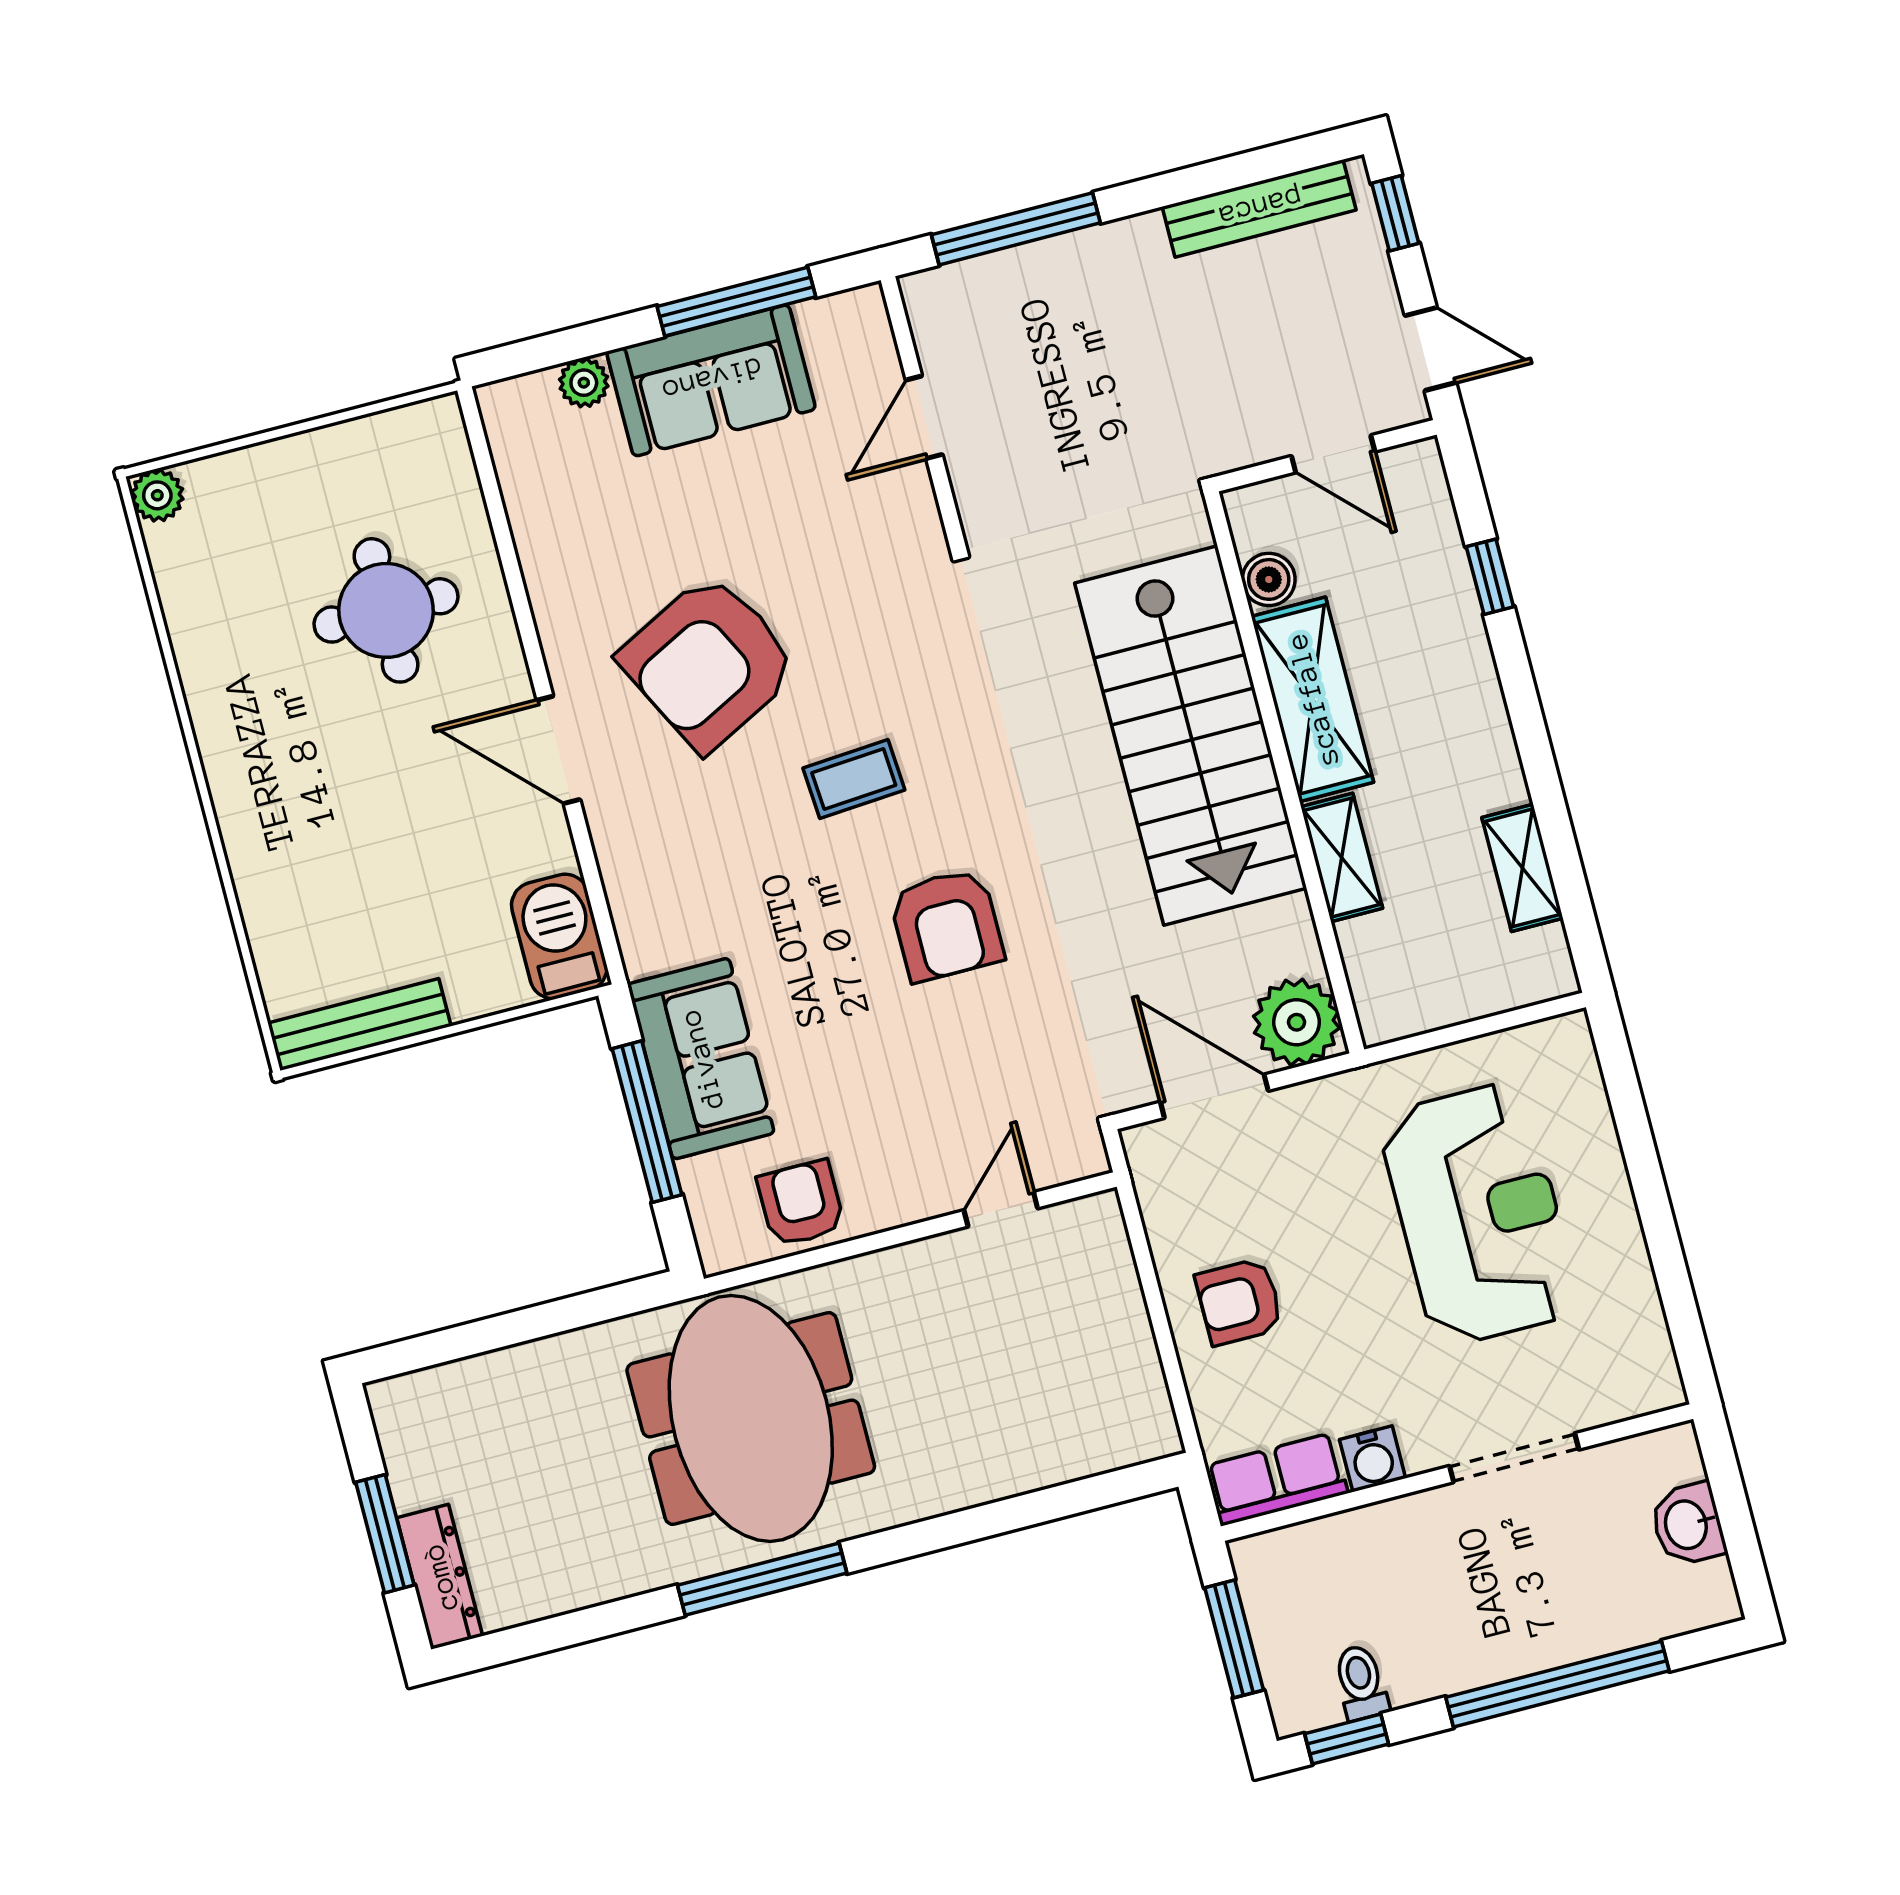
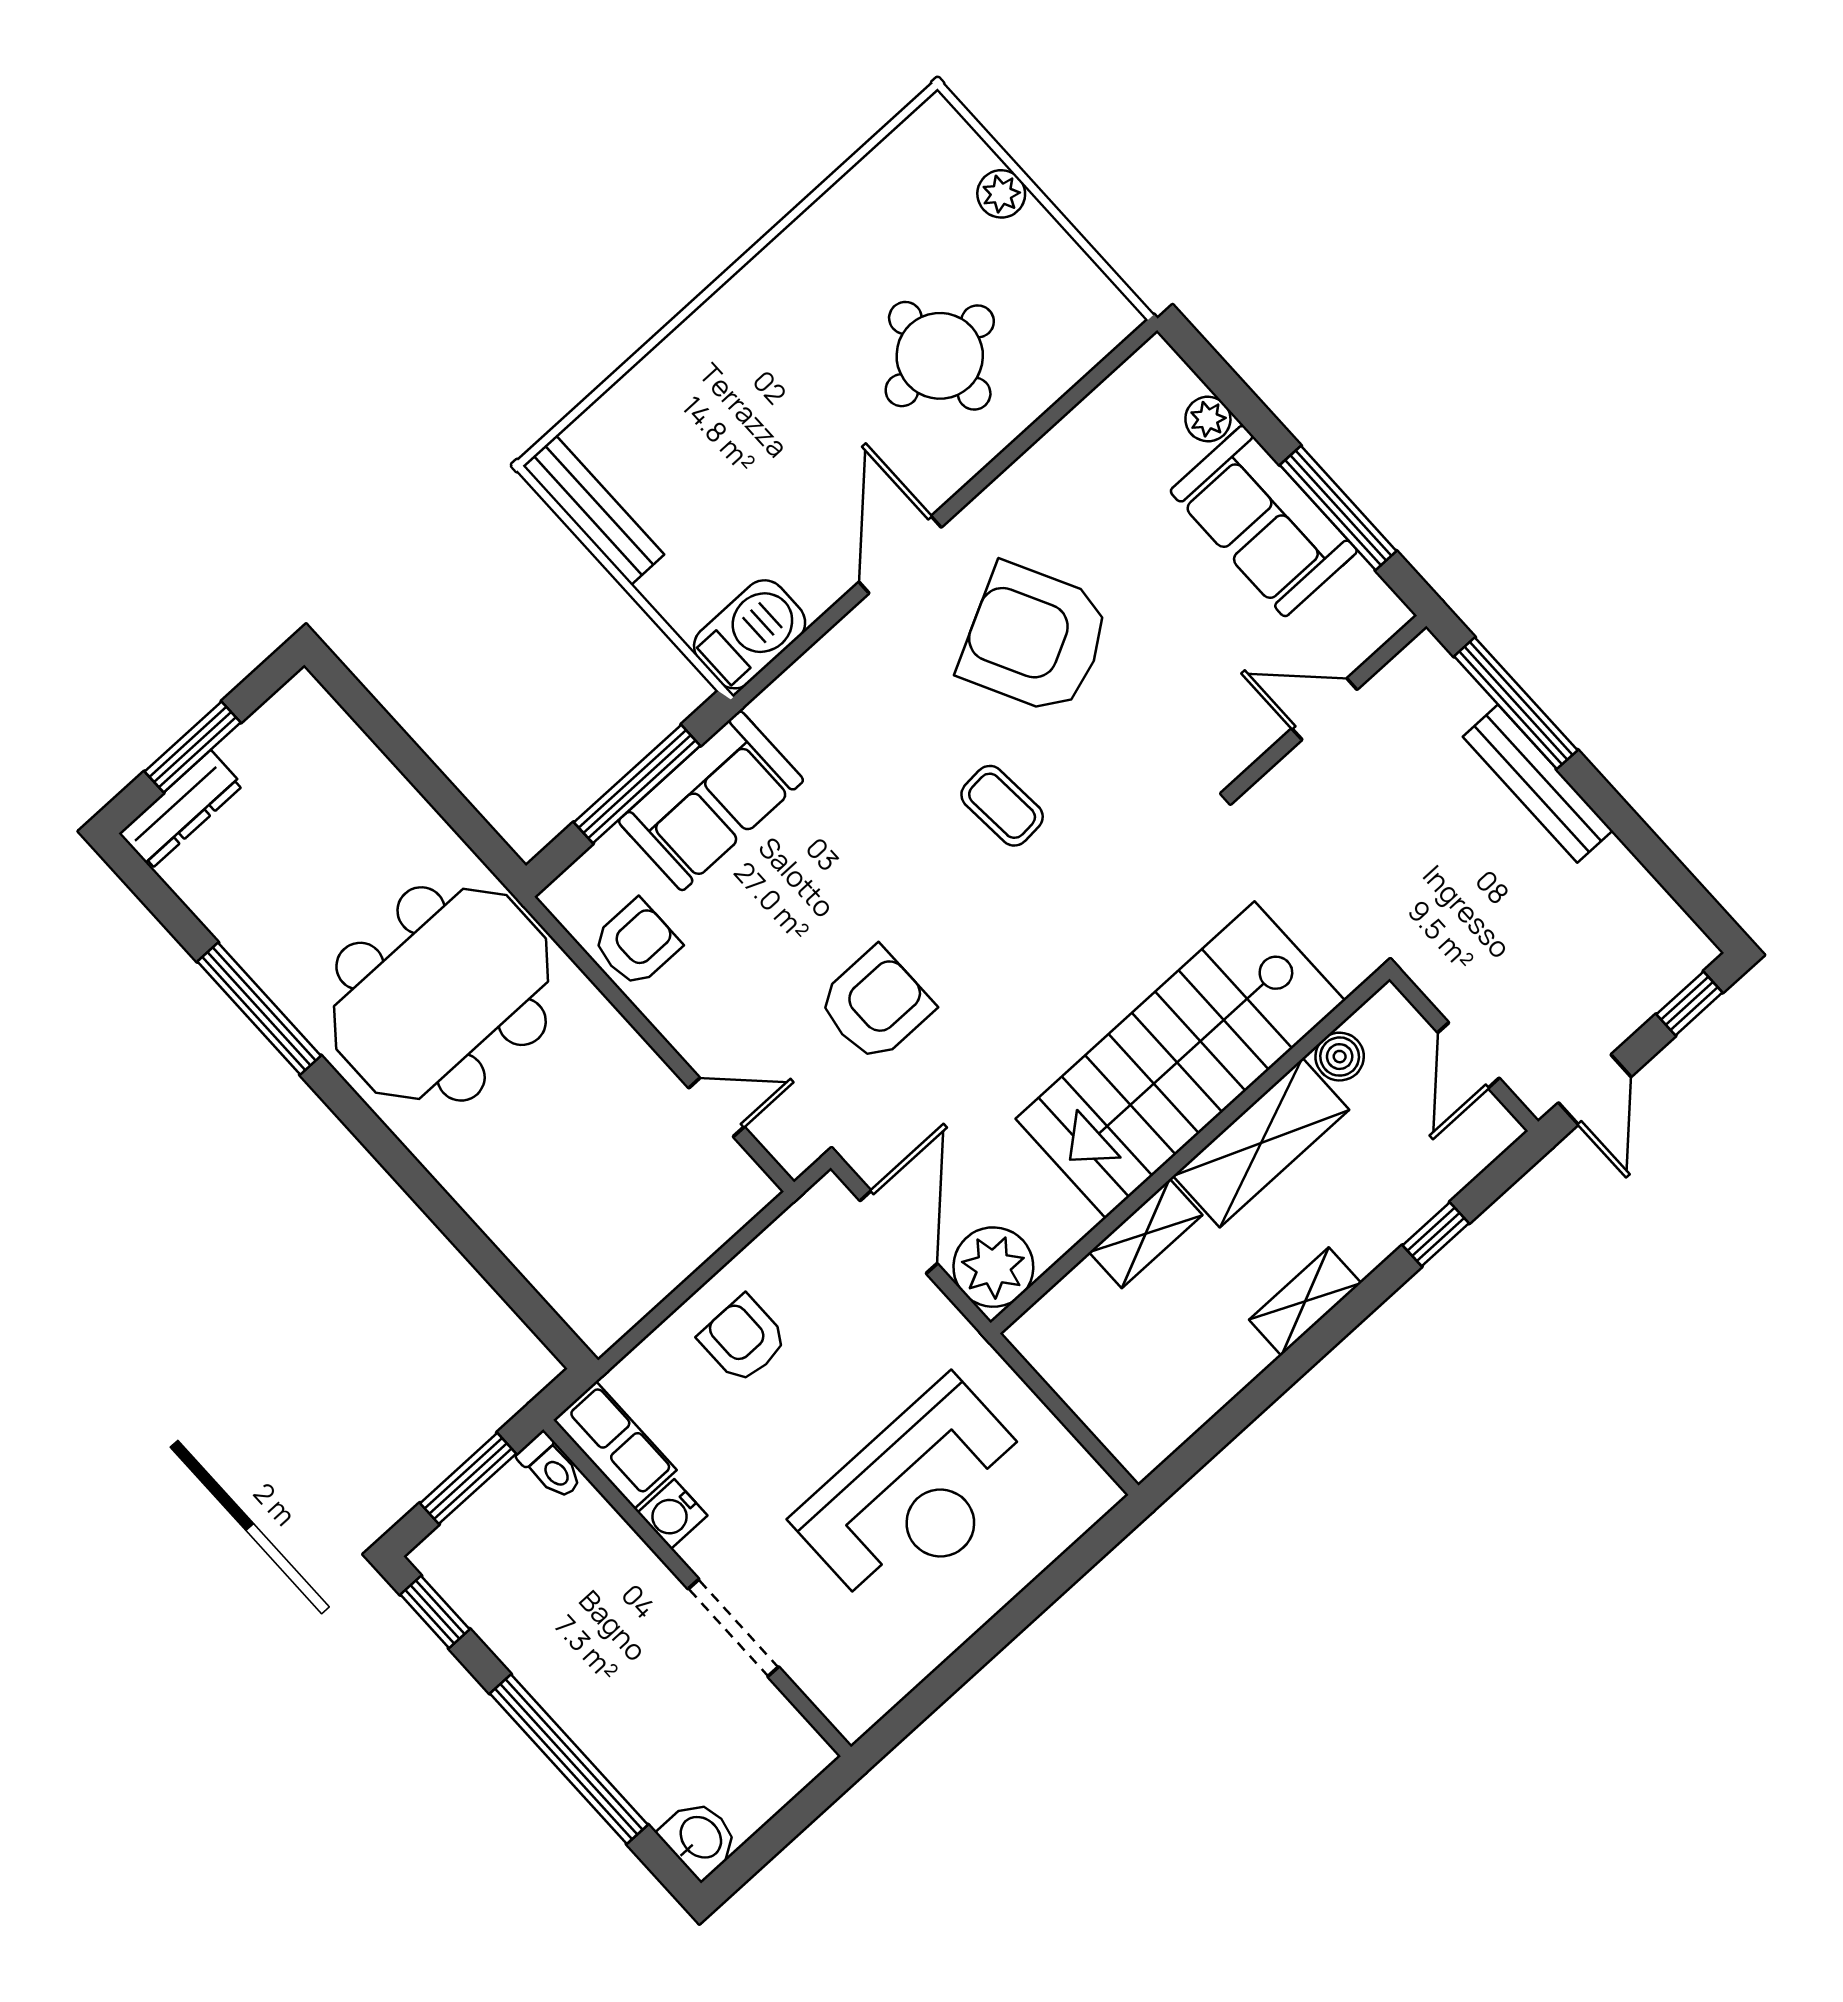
bench: (1259, 208) -> (1538, 784), moved
plant: (157, 495) -> (1001, 194), moved
shelving: (1522, 868) -> (1305, 1301), moved
armchair: (946, 925) -> (875, 1004), moved, turned 180
washbasin: (1688, 1524) -> (700, 1838), moved, turned 90
window: (762, 1579) -> (259, 1009), moved
toilet: (1361, 1682) -> (550, 1467), moved, turned 90

